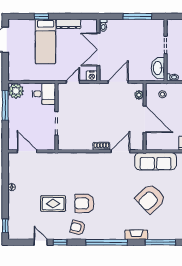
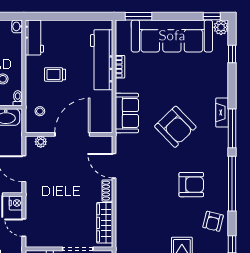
wardrobe: (77, 144) -> (105, 223), added
sofa: (156, 161) -> (127, 113), width x0.73
armchair: (84, 203) -> (191, 185), moved, turned -90
fireplace: (136, 235) -> (222, 113), moved
window: (160, 242) -> (232, 128), moved

